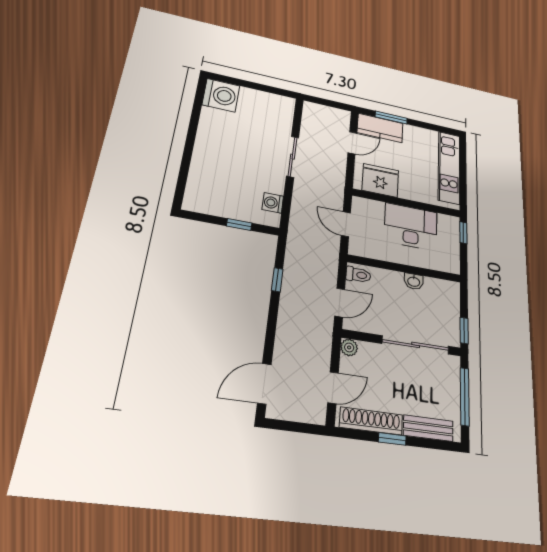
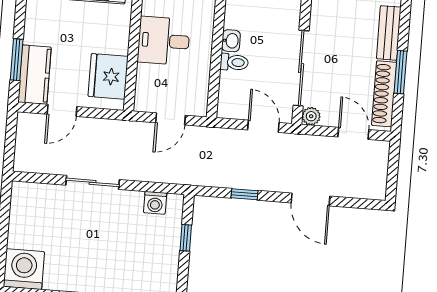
door: (352, 143) -> (62, 110), swing flipped
desk: (411, 227) -> (164, 41), width x0.73
toilet: (358, 275) -> (234, 62), moved, turned 90
sliding door: (416, 345) -> (301, 68), moved
door: (264, 384) -> (311, 200), moved
window: (392, 439) -> (400, 72), width x1.50

